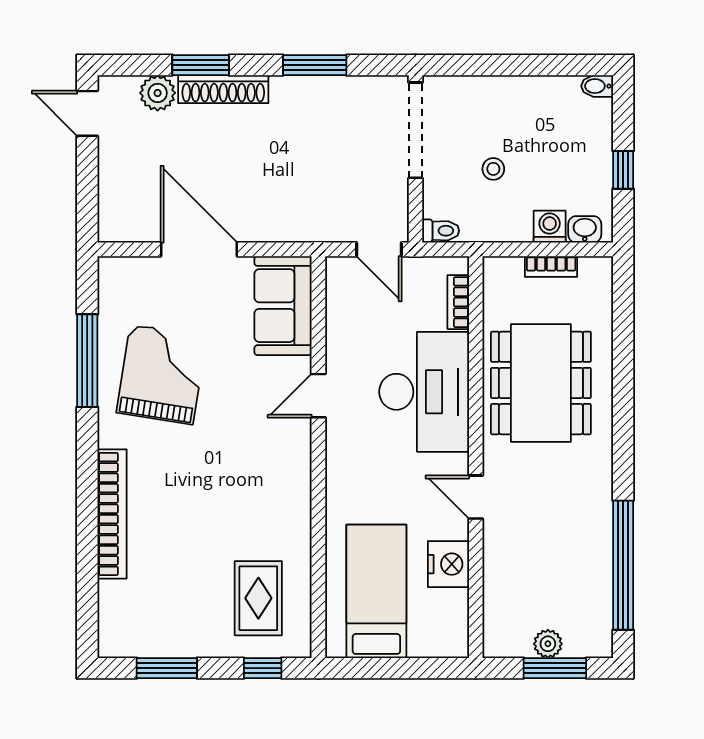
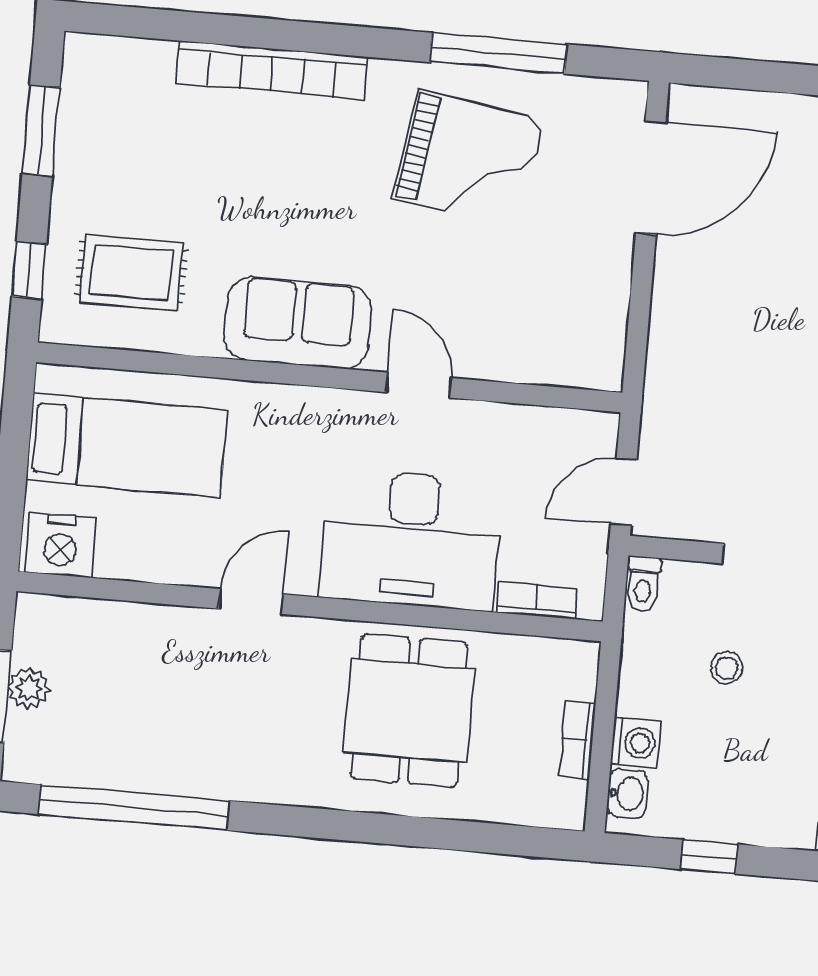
door: (199, 249) -> (651, 178), moved
sofa: (283, 306) -> (298, 323), moved
dining table: (541, 383) -> (409, 711), width x0.73
nightstand: (448, 564) -> (60, 545), moved

